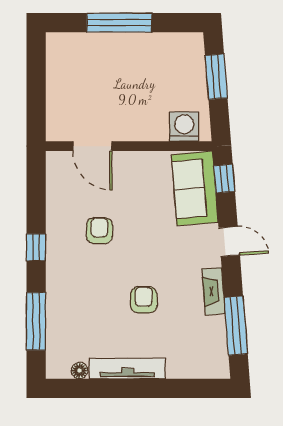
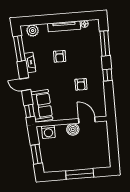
boiler: (127, 127) -> (73, 129), added
plant: (202, 365) -> (33, 31), added

